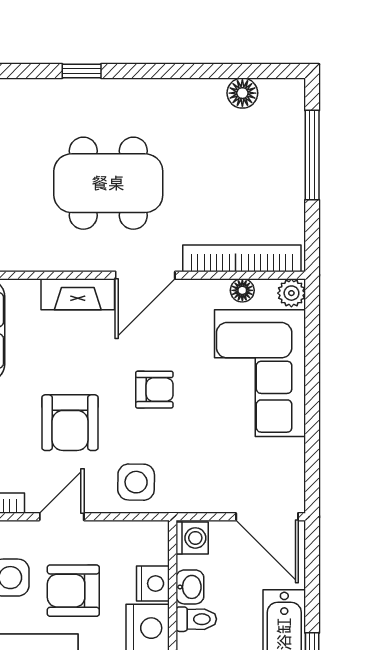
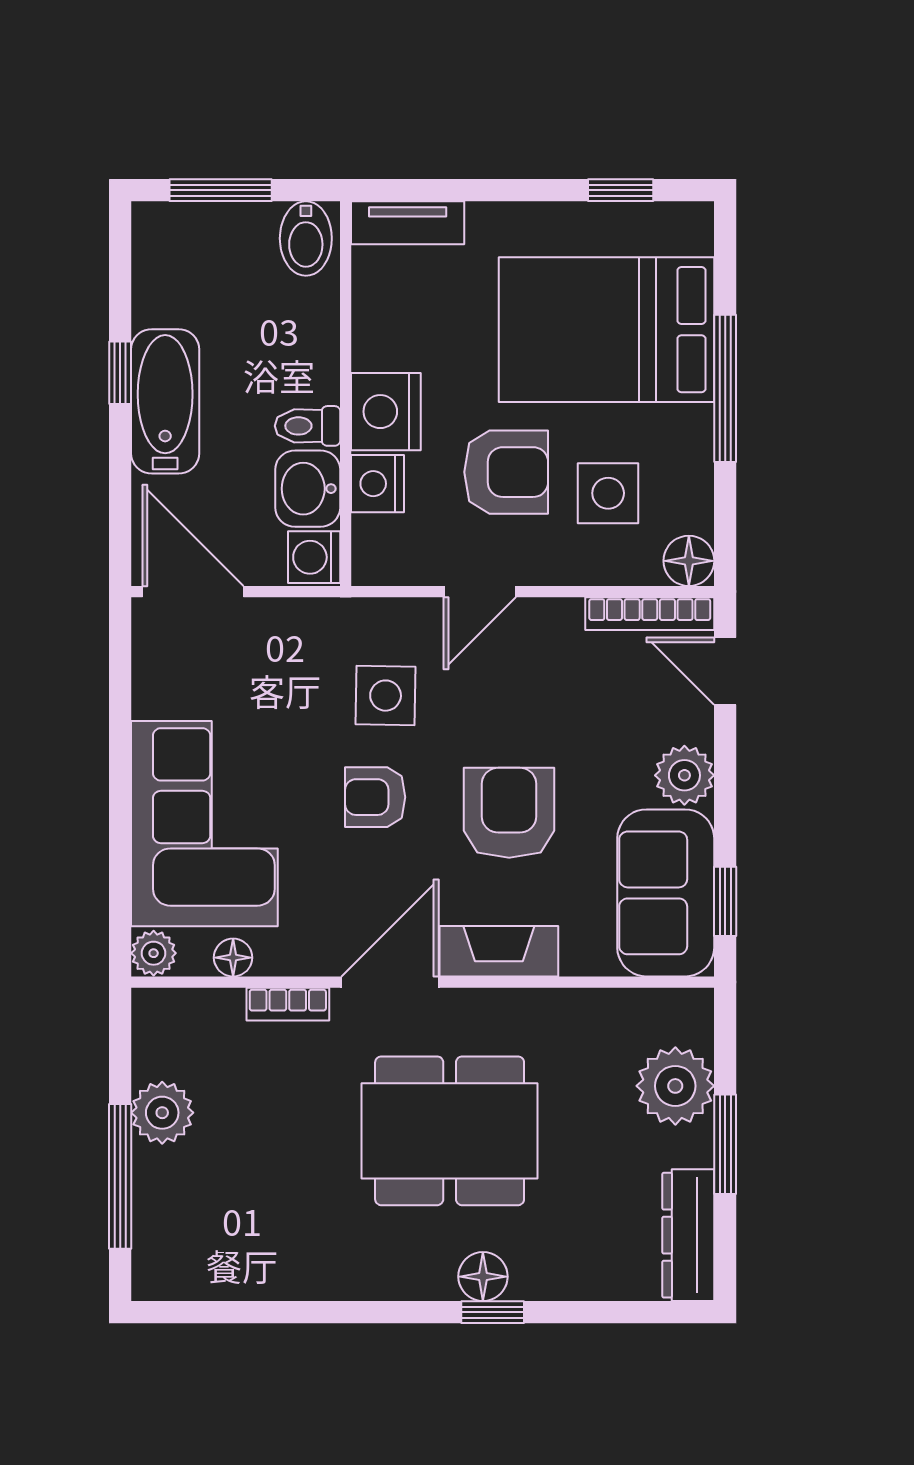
floor lamp: (242, 93) -> (483, 1277), moved
plant: (286, 194) -> (162, 1113), added
bookcase: (242, 258) -> (288, 1004), width x0.43, depth x0.76
armchair: (70, 423) -> (509, 813), moved
side table: (136, 482) -> (386, 696), moved
door: (62, 517) -> (480, 592), moved
washbasin: (190, 587) -> (308, 489), width x1.38, depth x1.45

